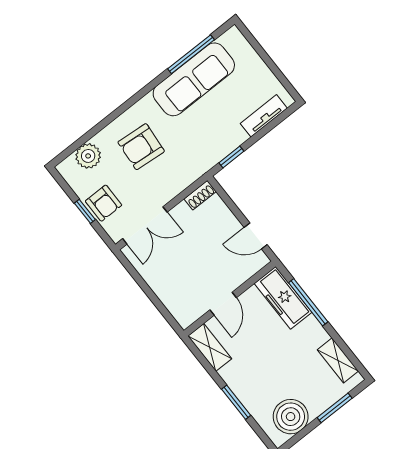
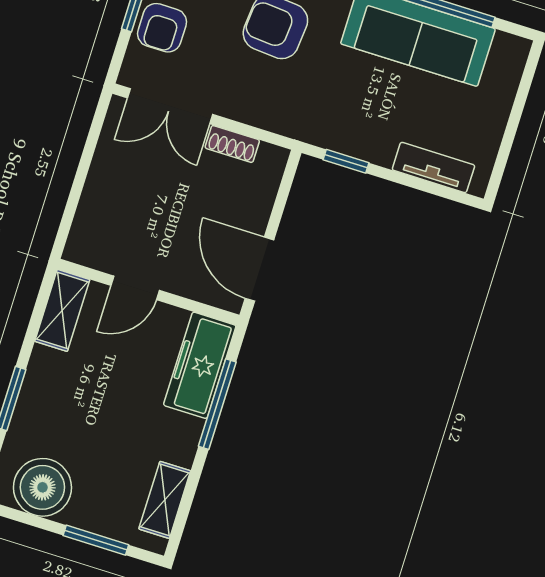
shoe rack: (200, 195) -> (232, 144), moved
door: (256, 236) -> (259, 269), width x1.38

